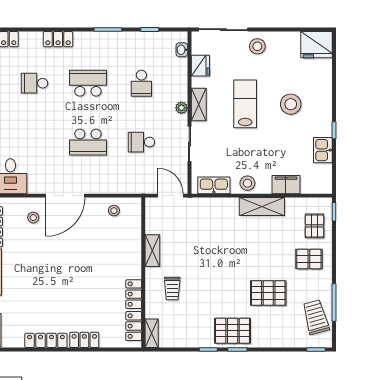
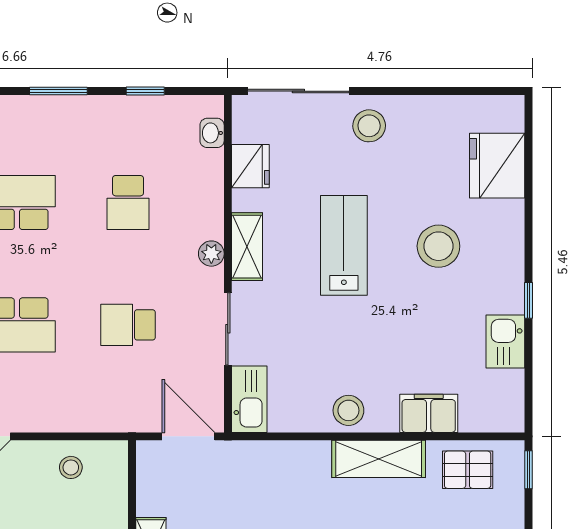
fridge: (317, 45) -> (497, 166), moved, turned 90
kitchen sink: (214, 185) -> (249, 399), moved, turned 90
pallet: (314, 226) -> (468, 470), moved, turned 90

